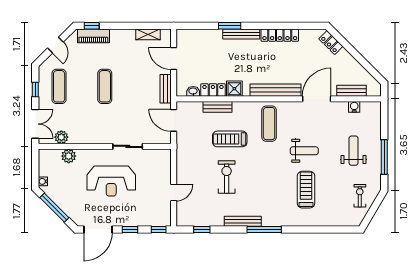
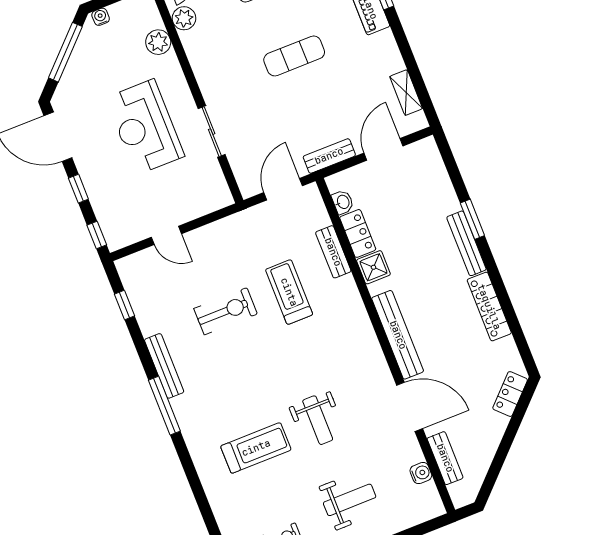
exercise mat: (269, 124) -> (339, 346), removed

